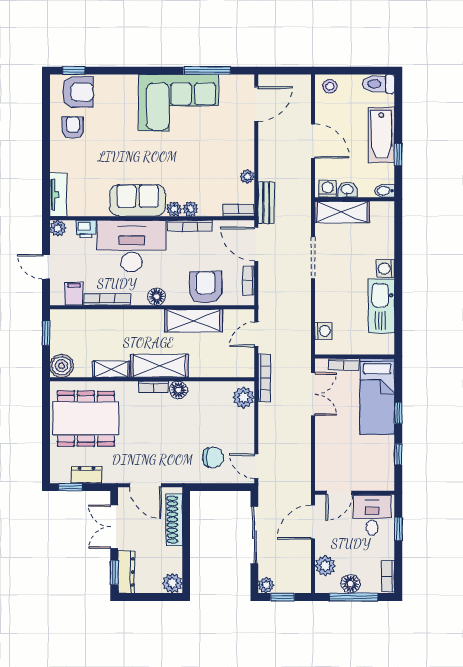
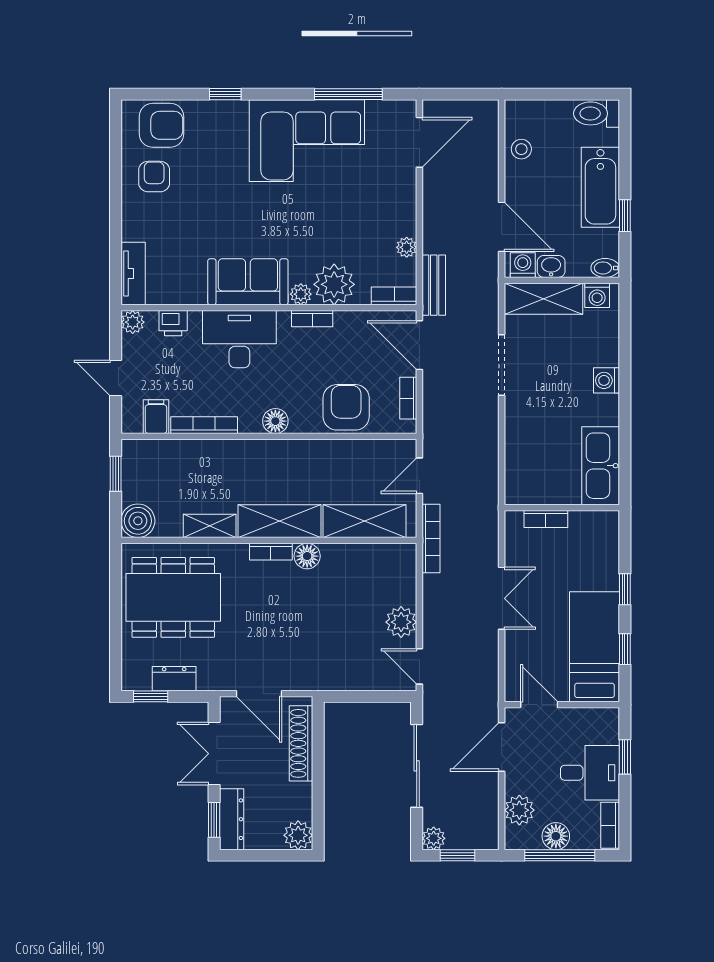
window: (74, 71) -> (225, 94), moved
stool: (330, 86) -> (521, 149), moved
door: (313, 141) -> (502, 227), moved
plant: (191, 209) -> (334, 284), width x1.88, depth x1.88
bookcase: (190, 226) -> (312, 319), width x0.64
desk: (132, 246) -> (239, 339), width x0.73, depth x0.77
kitchen sink: (381, 306) -> (601, 466), moved
shelving: (193, 321) -> (364, 521), moved
washing machine: (323, 331) -> (597, 295), moved, turned 90
double door: (313, 394) -> (502, 598), moved
bed: (377, 396) -> (595, 647), moved, turned 180
plant: (244, 397) -> (401, 622), moved
chair: (213, 458) -> (357, 654), removed
door: (339, 493) -> (539, 705), swing flipped
desk: (372, 515) -> (590, 773), moved, turned 90

